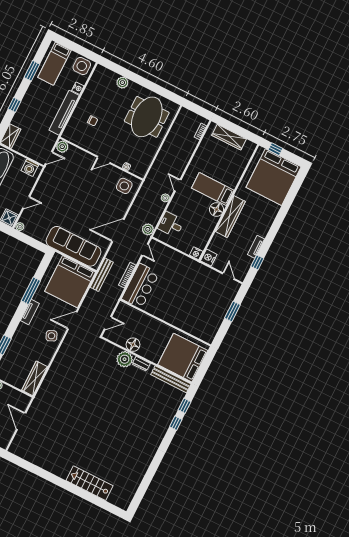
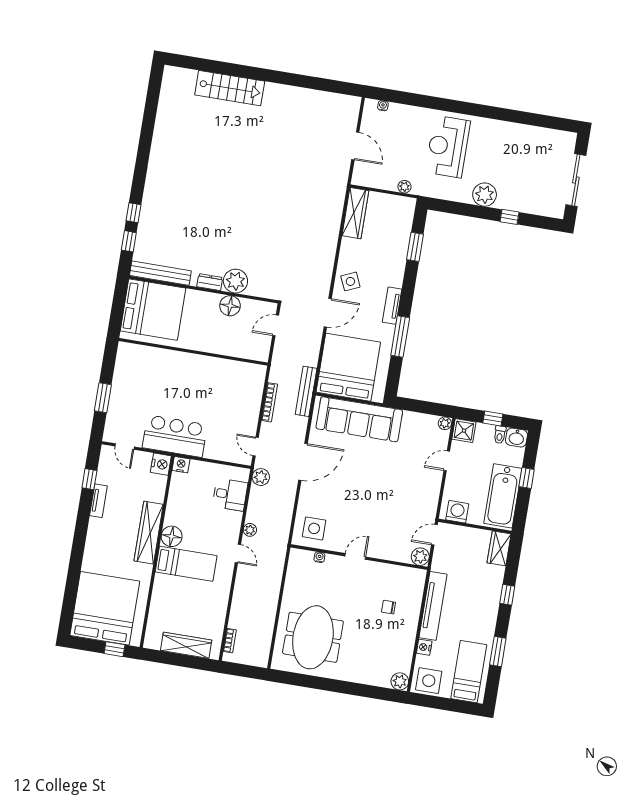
plant: (122, 83) -> (400, 681), moved
bar counter: (140, 286) -> (175, 436), moved, turned 90

